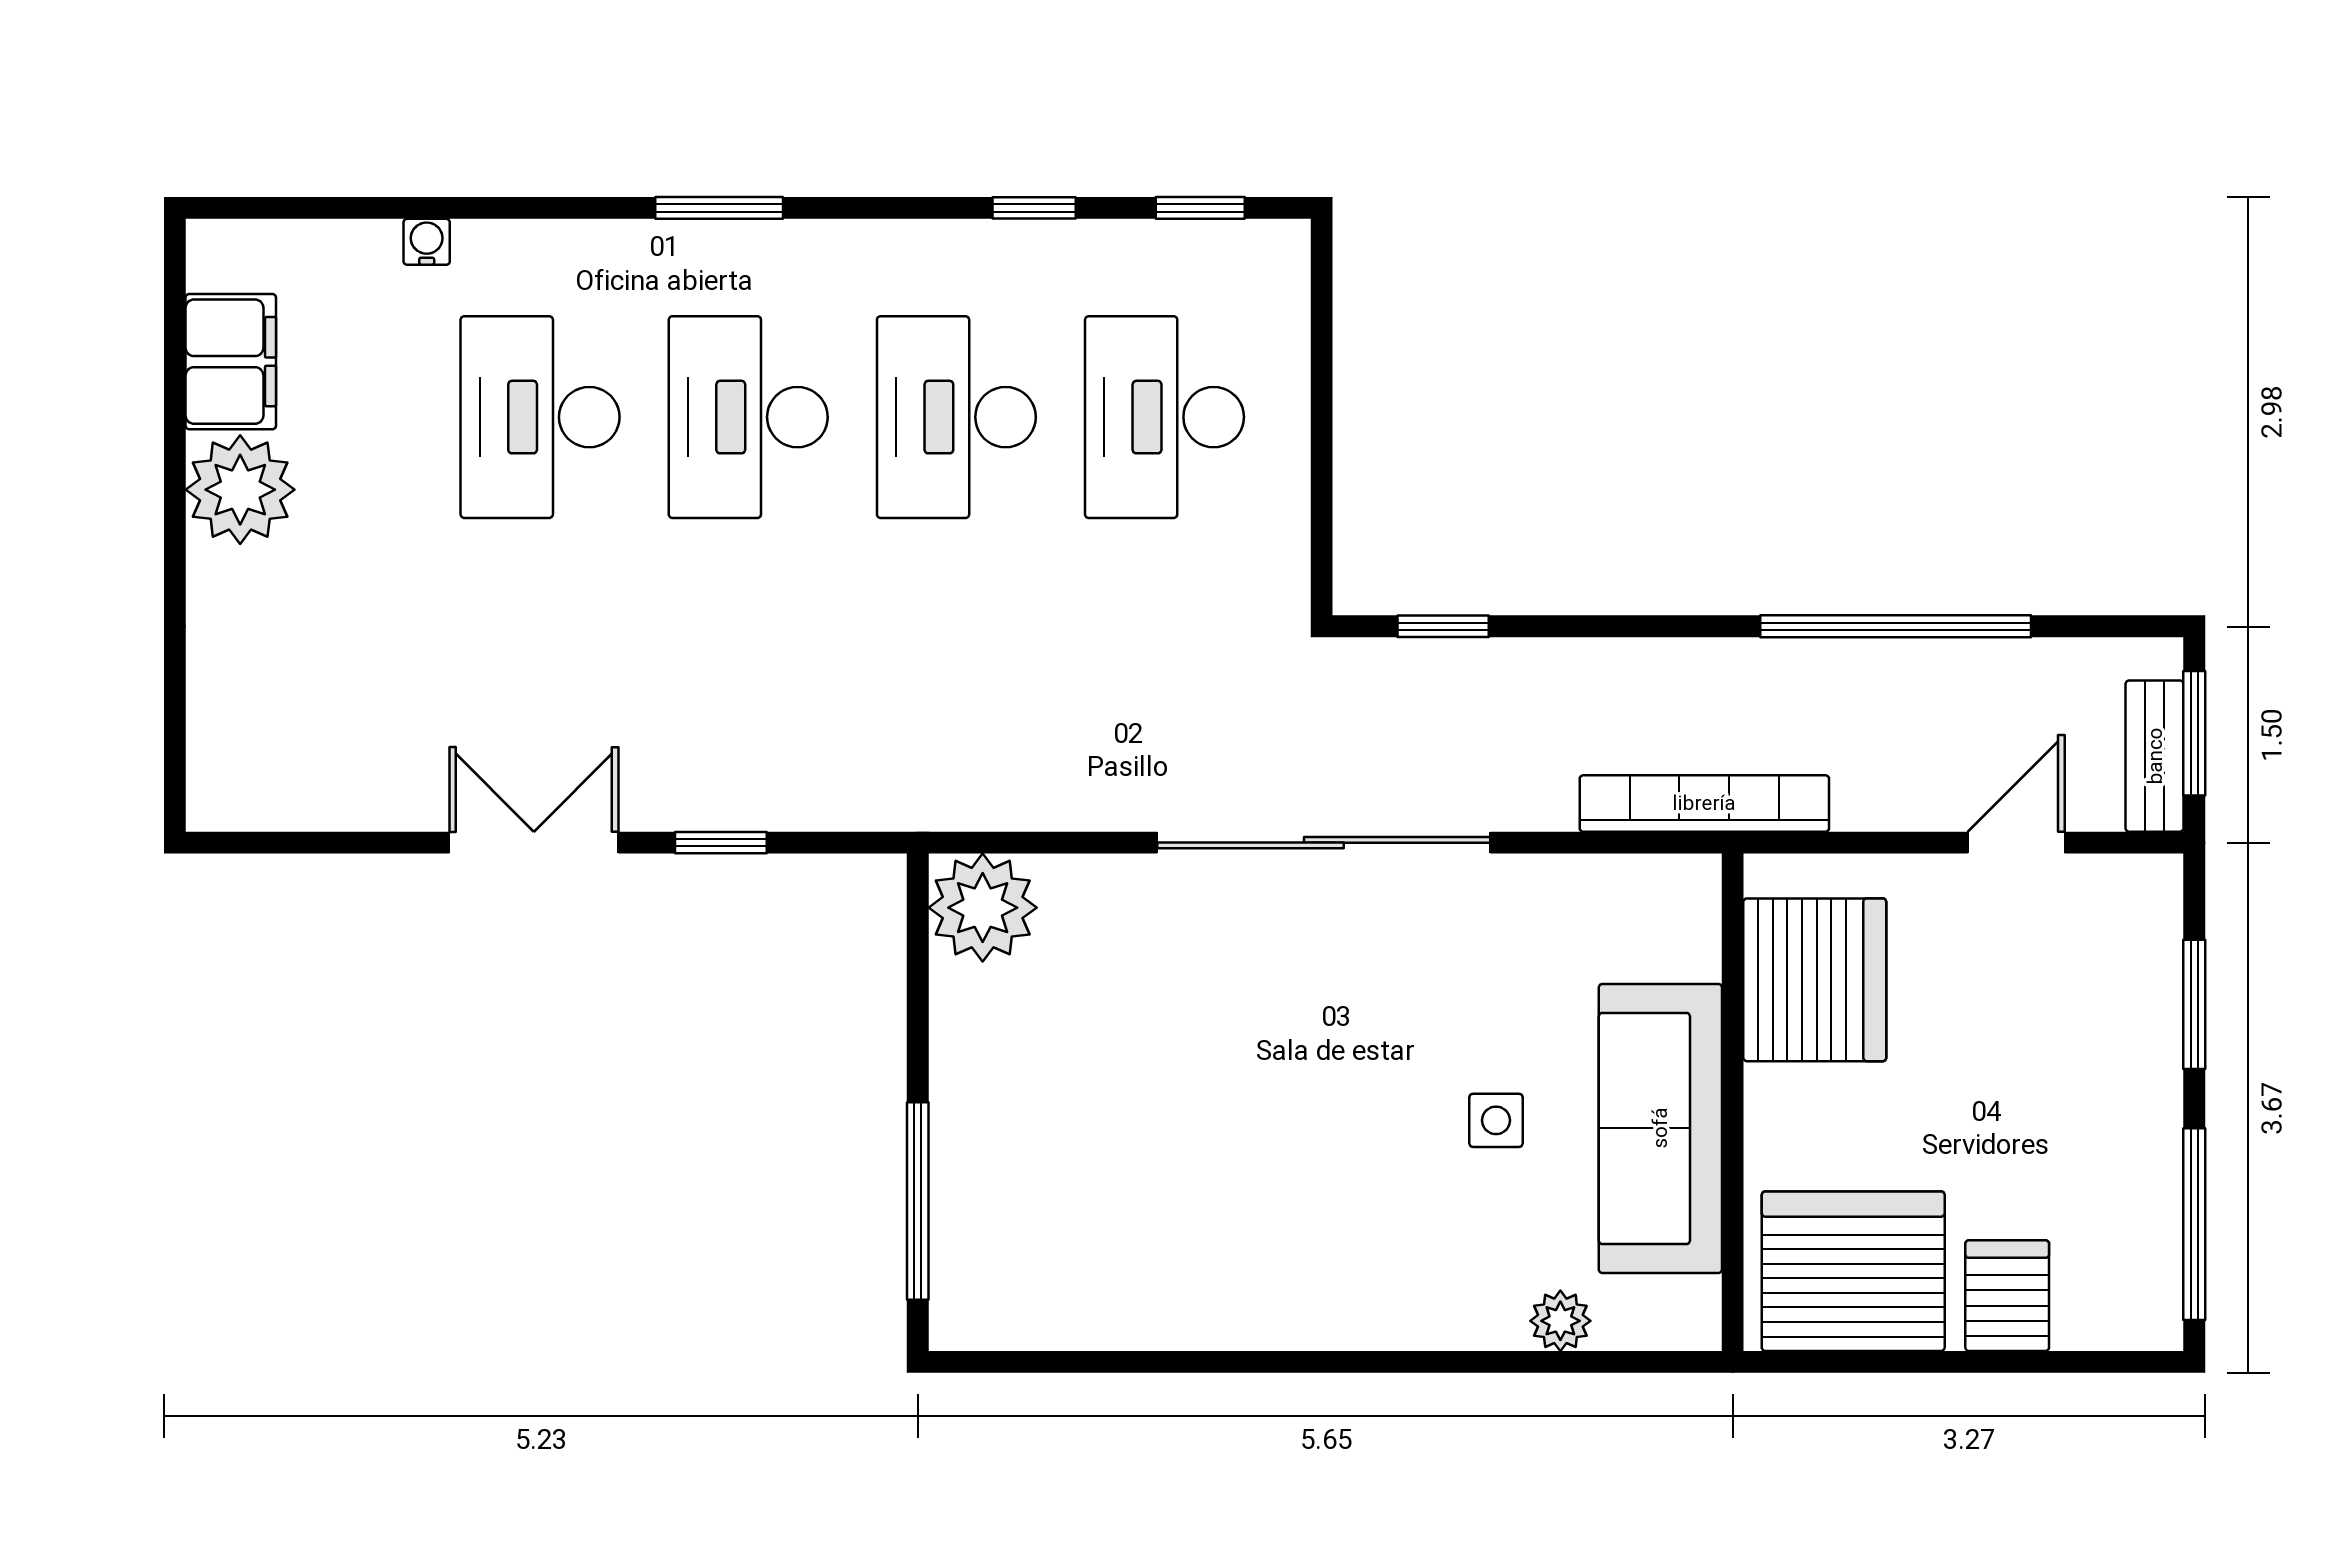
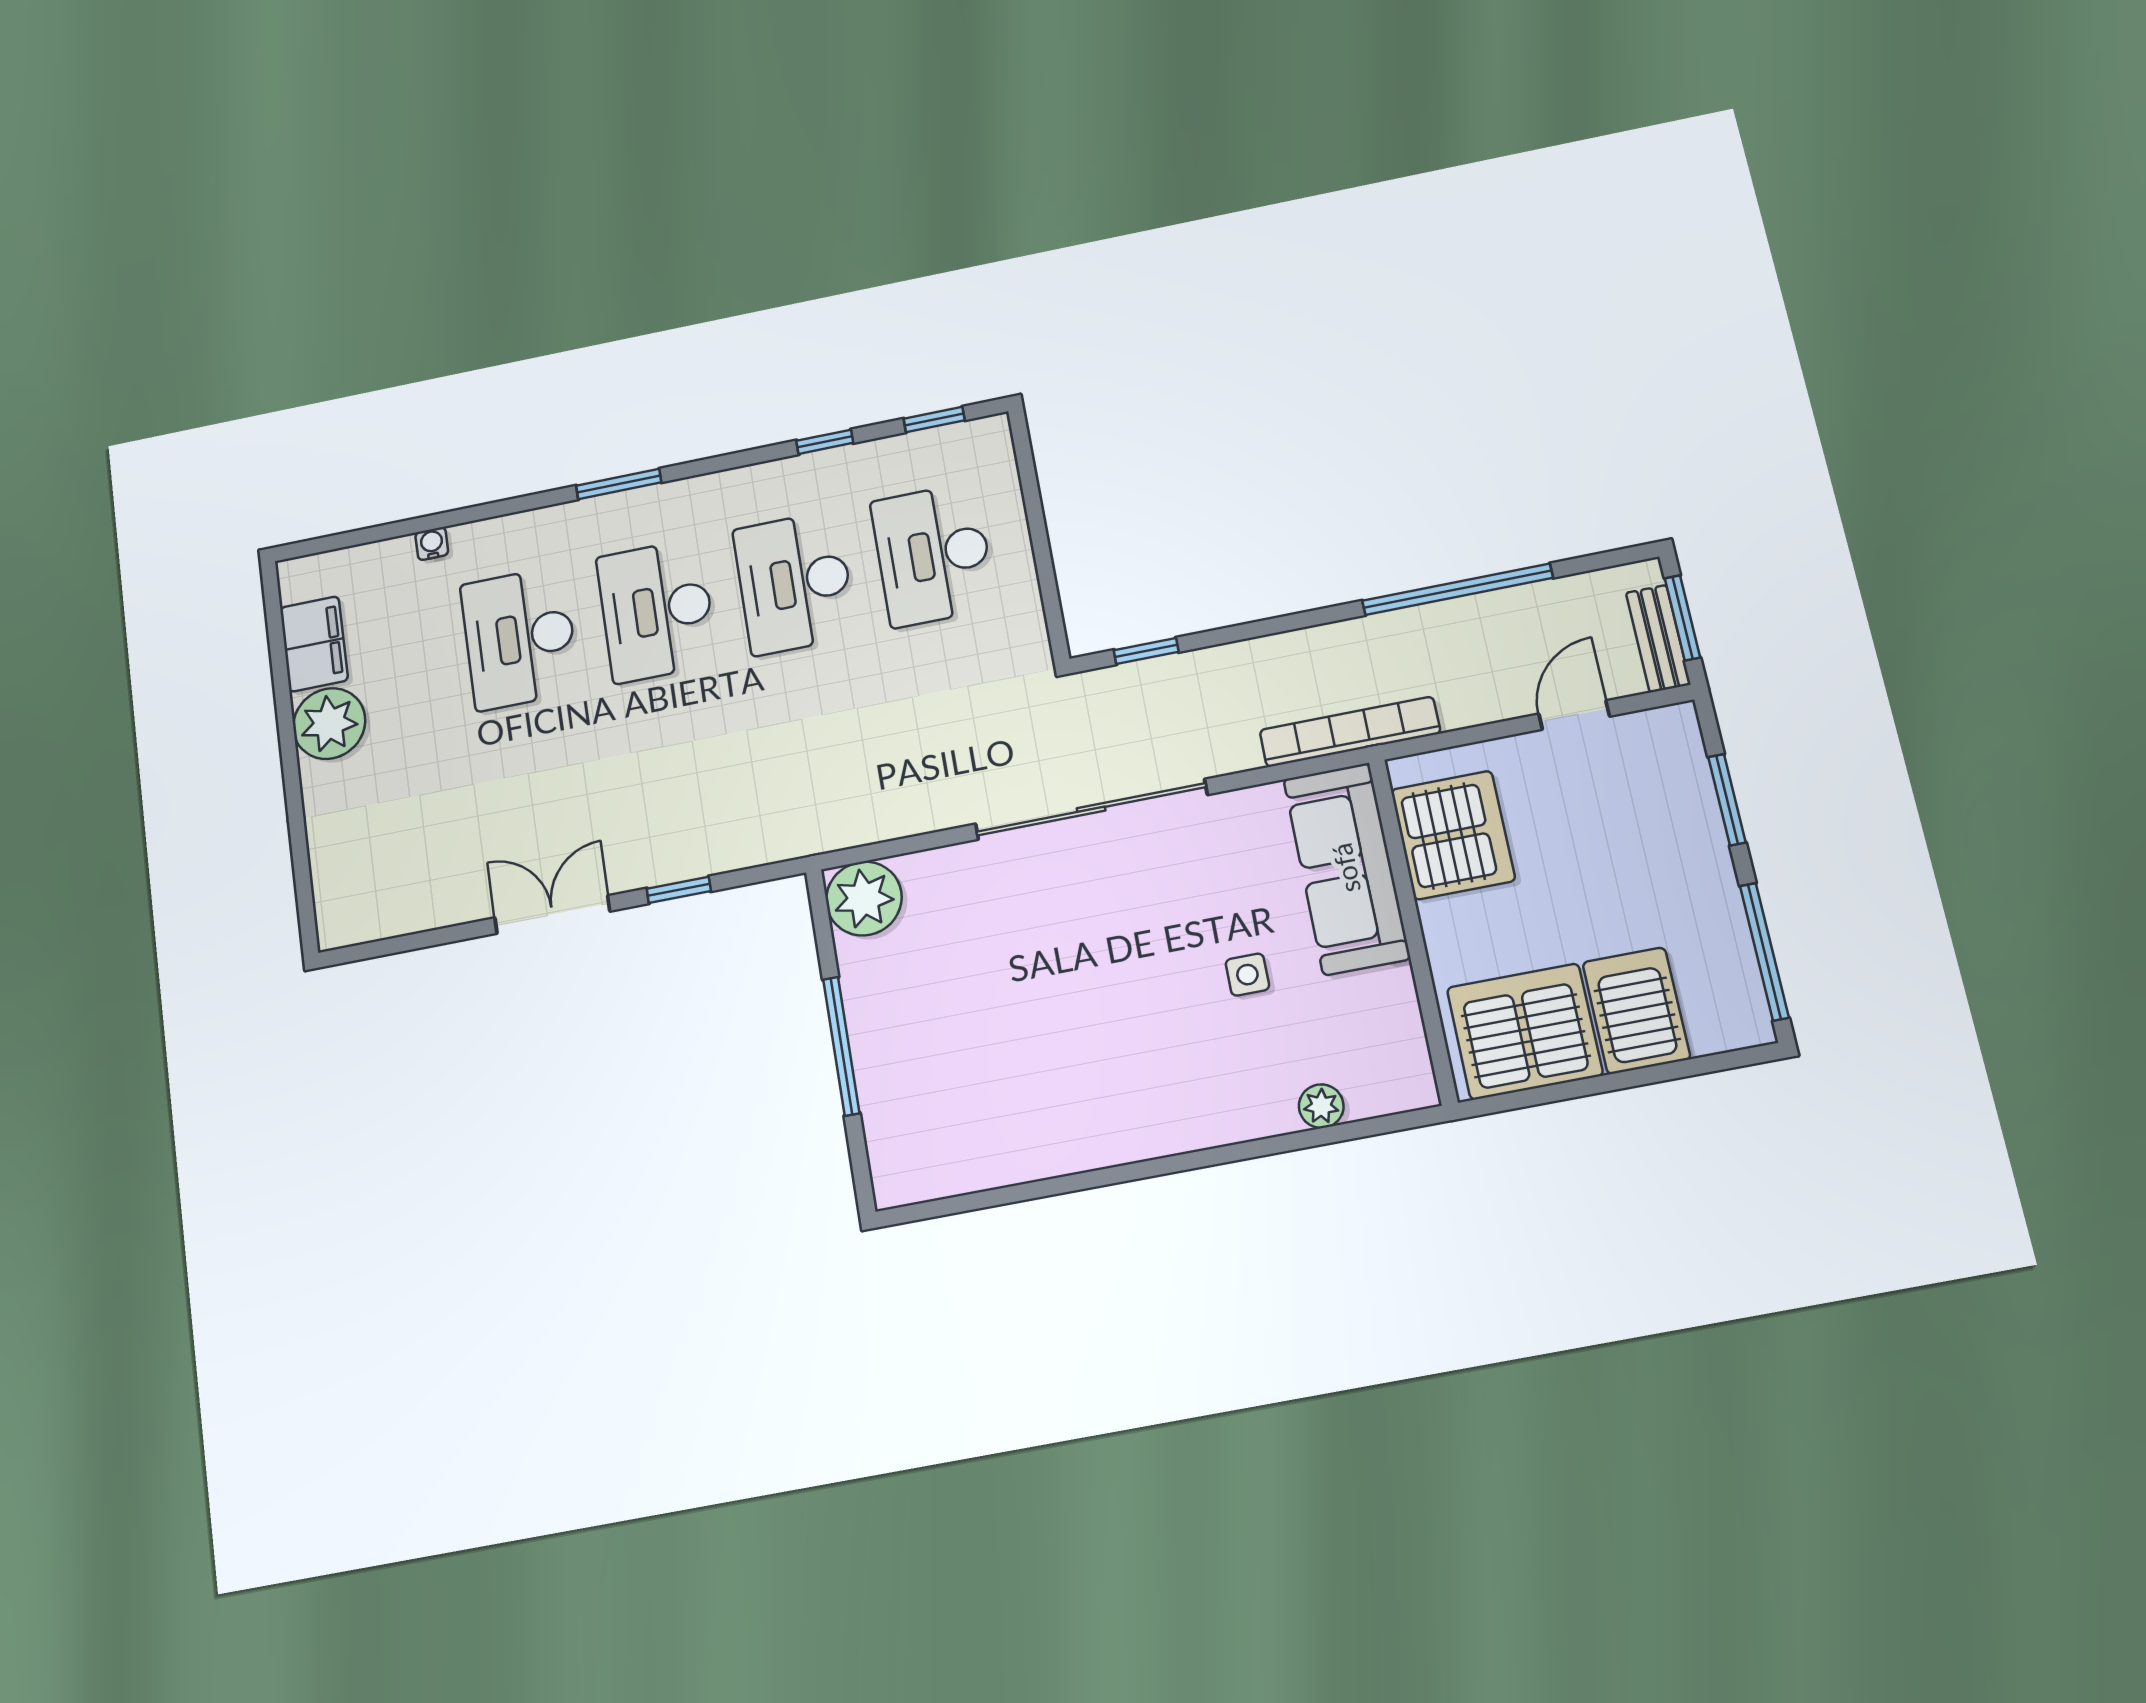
sofa: (1660, 1128) -> (1346, 868), moved
window: (918, 1201) -> (841, 1046), moved
server rack: (2007, 1296) -> (1636, 1011), width x1.36, depth x1.44

